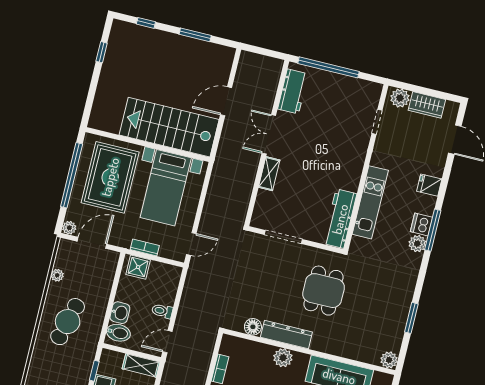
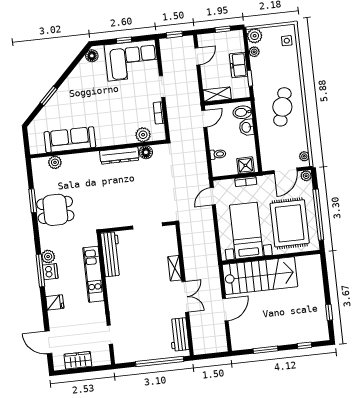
plant: (400, 98) -> (99, 358), removed
plant: (57, 275) -> (304, 156), moved
dining table: (324, 291) -> (55, 210), moved, turned 90
toilet: (162, 311) -> (218, 154), moved
plant: (283, 358) -> (143, 135), moved
plant: (389, 360) -> (55, 162), moved

